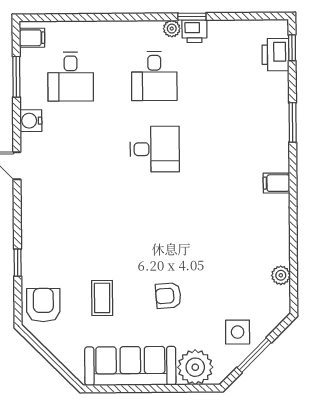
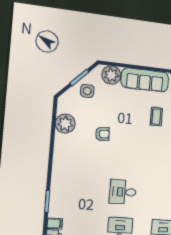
filing cabinet: (276, 183) -> (55, 223), moved
plant: (281, 275) -> (65, 124), width x1.87, depth x1.87
armchair: (168, 296) -> (102, 134), moved

